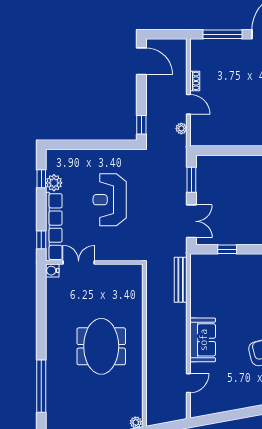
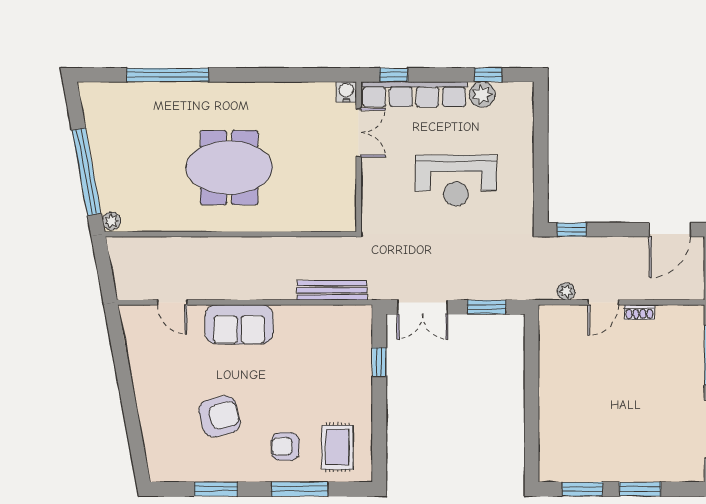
reception desk: (110, 200) -> (456, 181), turned 180

